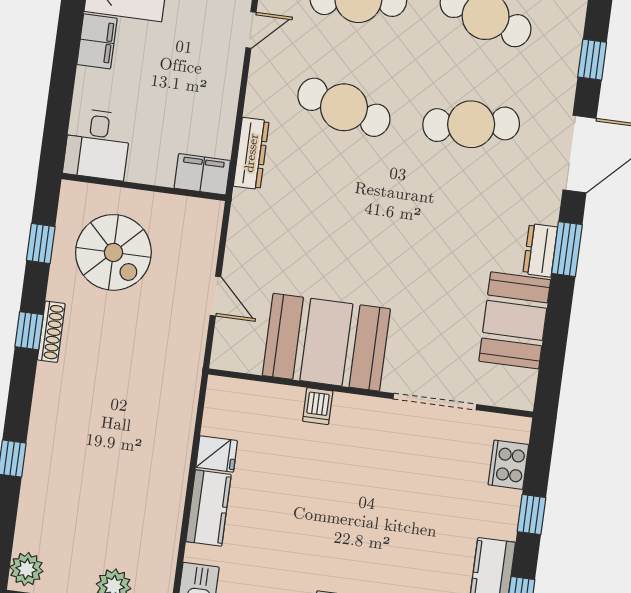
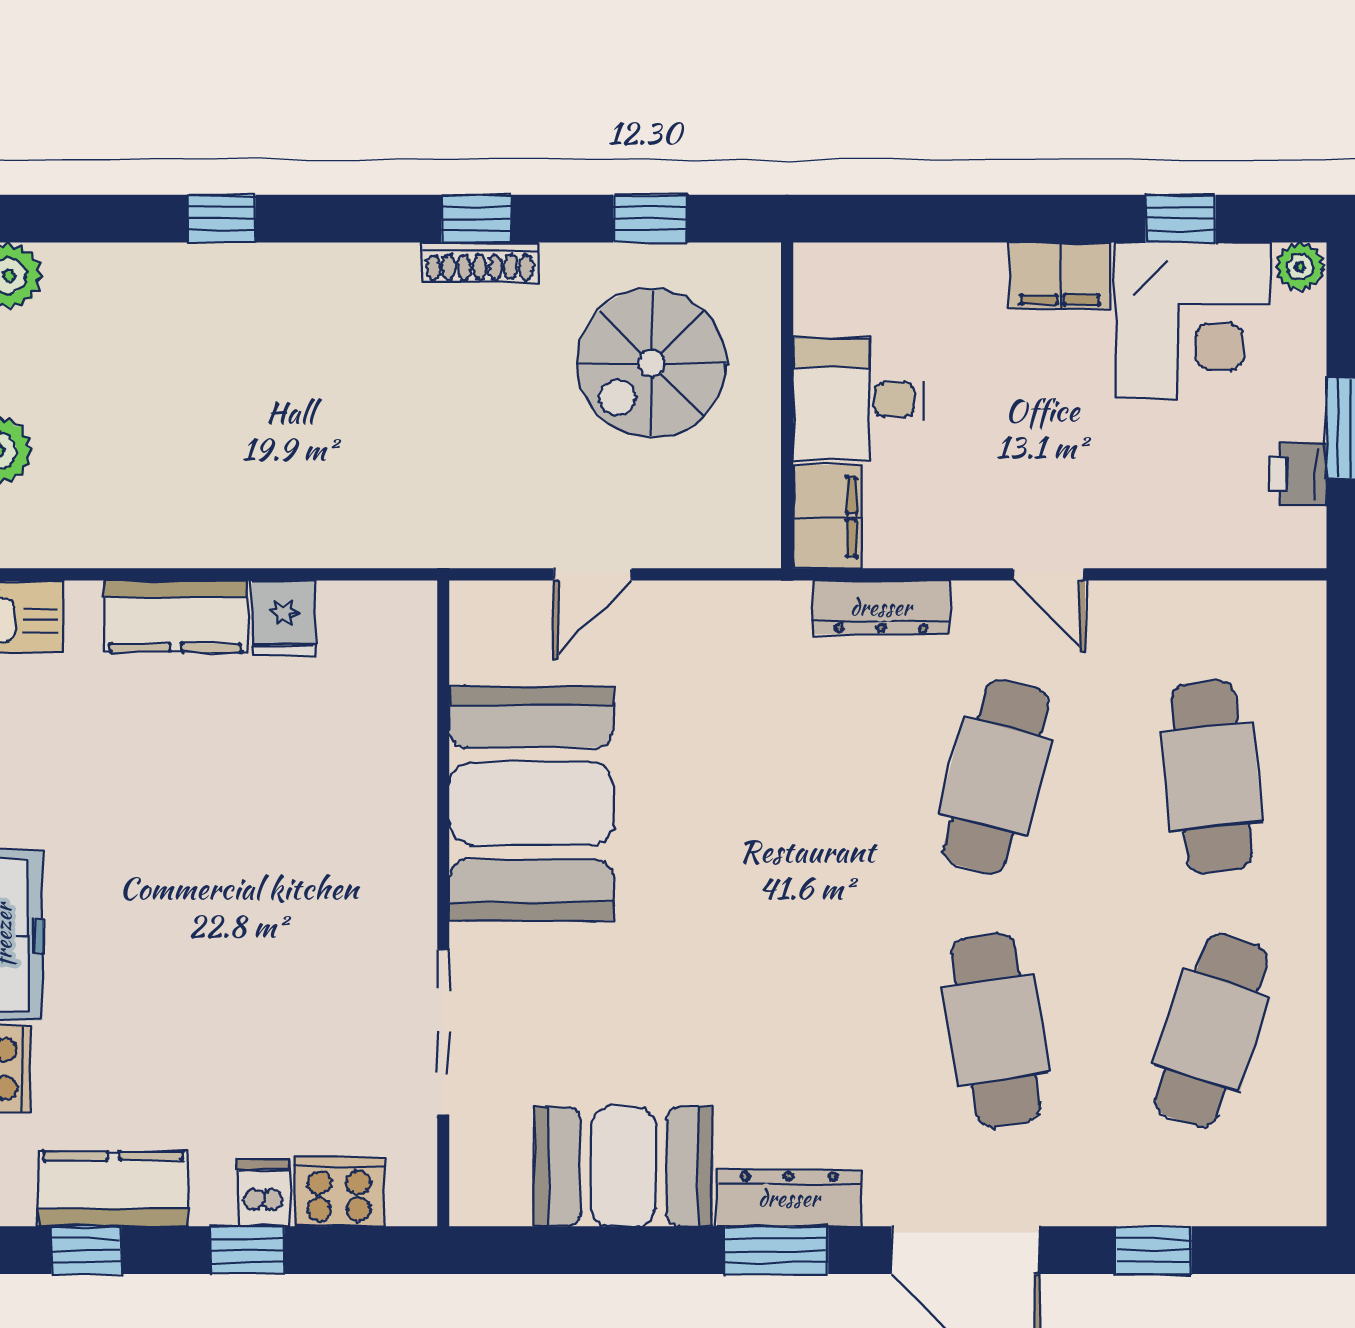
door: (251, 30) -> (1049, 574), moved
desk: (97, 144) -> (859, 399), moved
dresser: (540, 250) -> (789, 1198), width x1.44
dishwasher: (318, 406) -> (263, 1193), moved, turned 90

